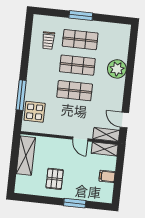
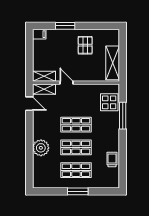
trolley: (48, 41) -> (112, 159), moved
filing cabinet: (107, 176) -> (39, 34), moved

